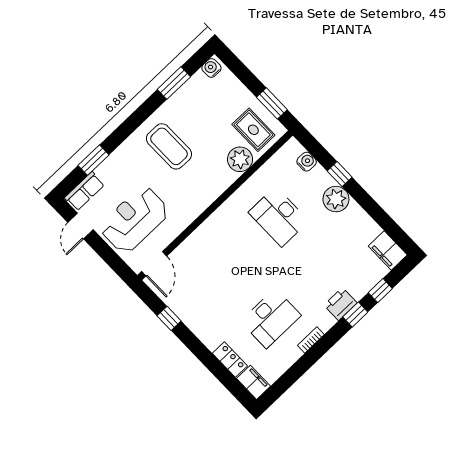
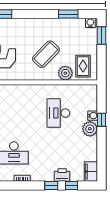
window: (272, 103) -> (101, 36), moved
coffee table: (169, 146) -> (46, 54), moved, turned 44
water cooler: (307, 162) -> (93, 116), moved
printer: (341, 304) -> (62, 175), moved

